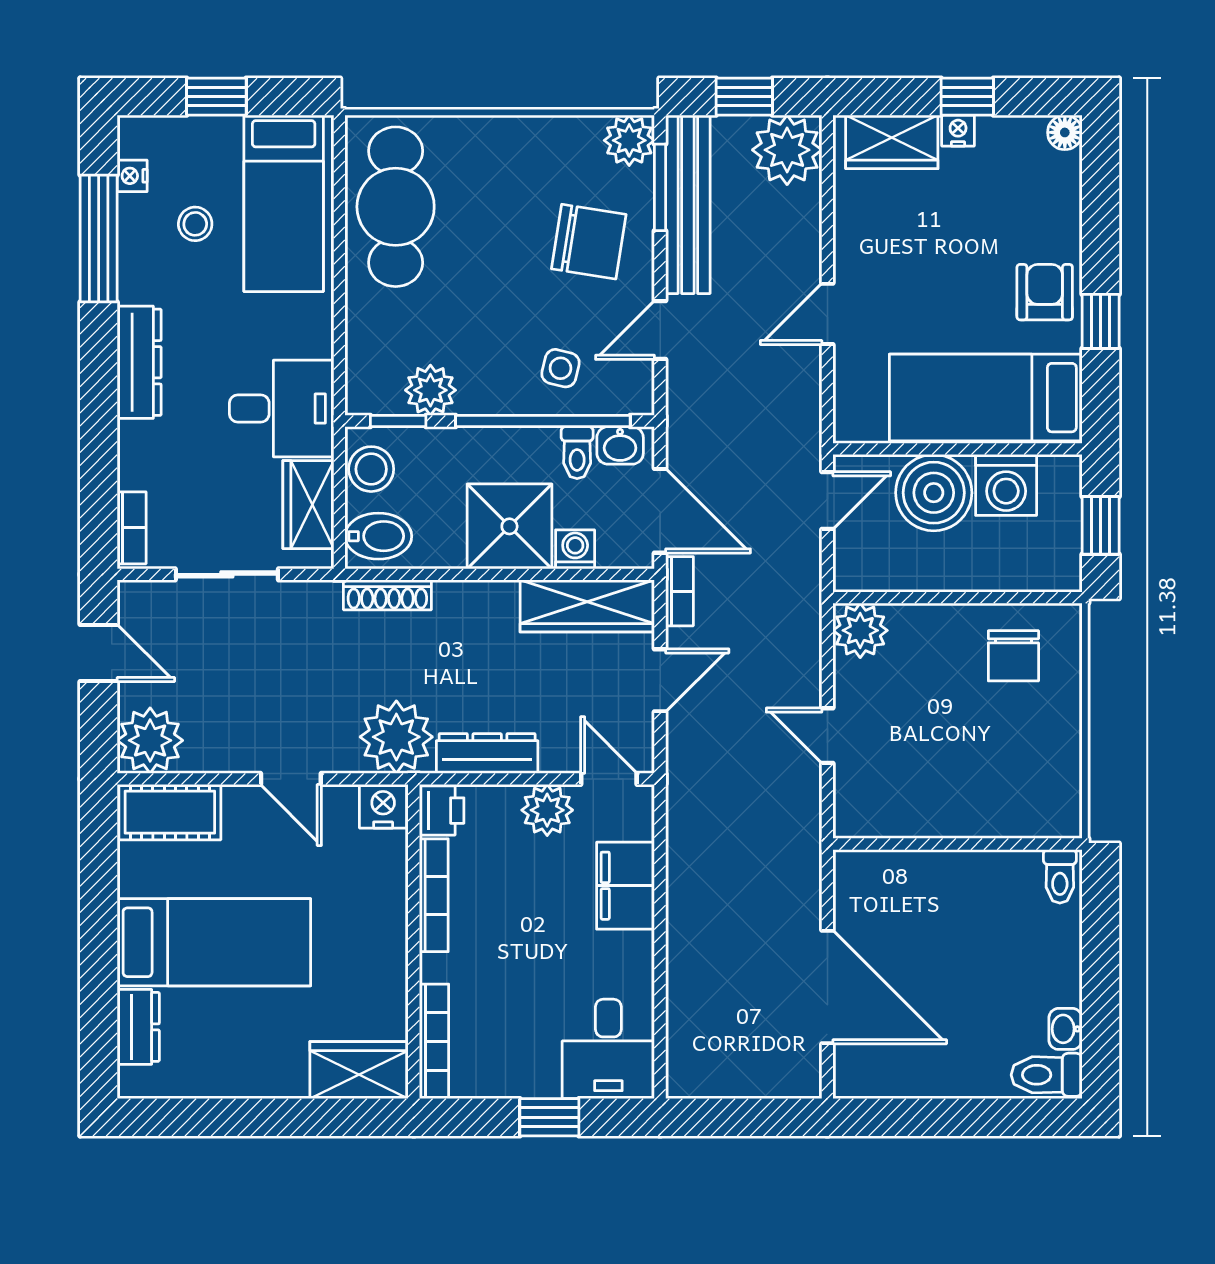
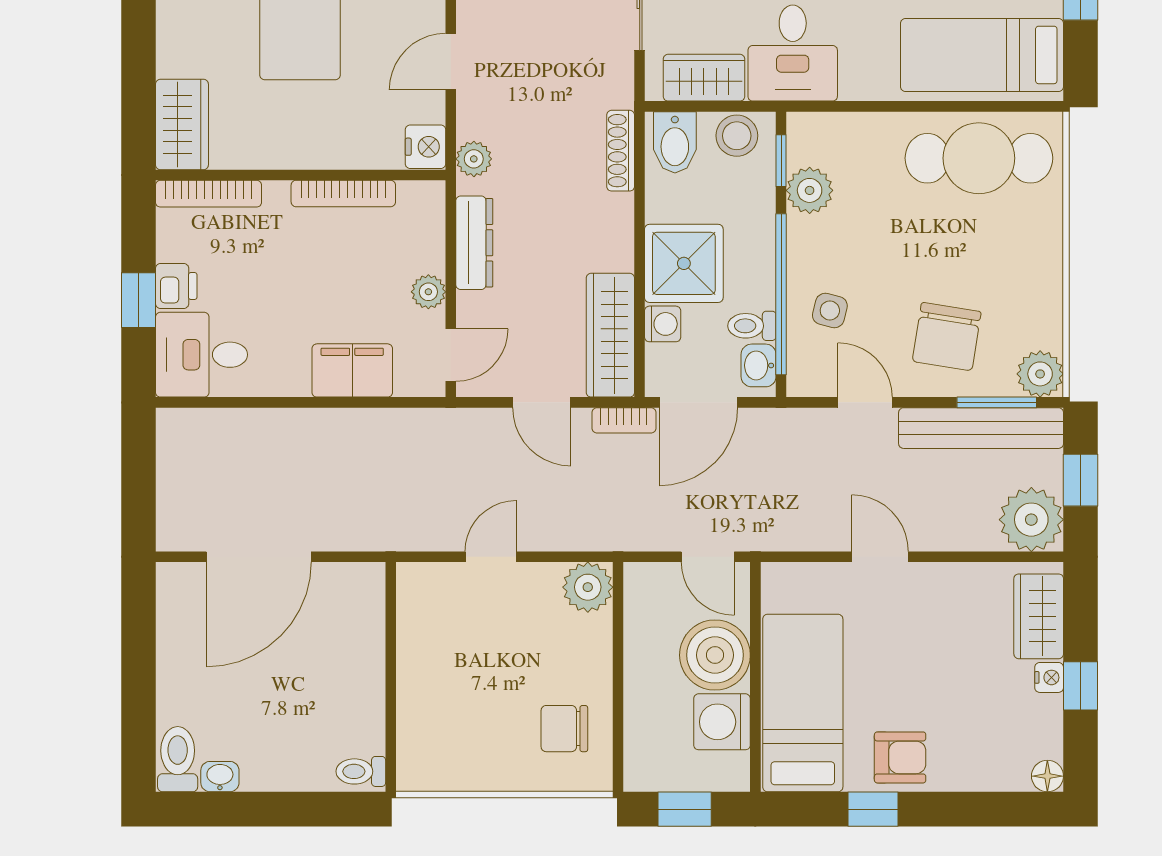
plant: (396, 737) -> (474, 159), width x0.53, depth x0.53
plant: (547, 810) -> (428, 292), width x0.73, depth x0.73
printer: (442, 811) -> (176, 286), moved, turned -90

